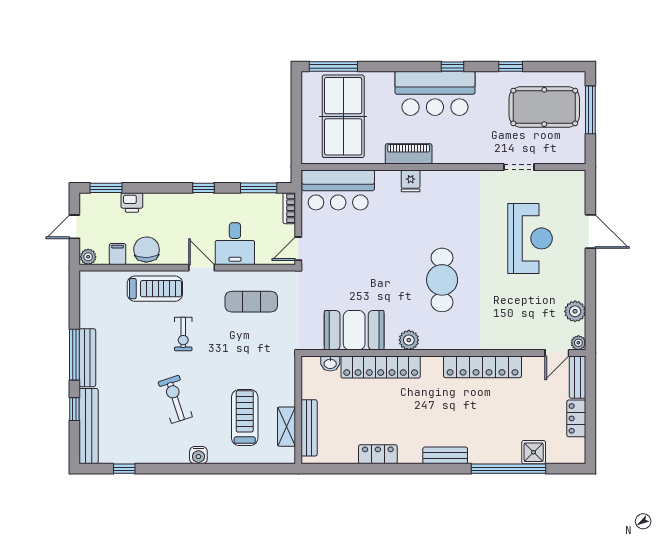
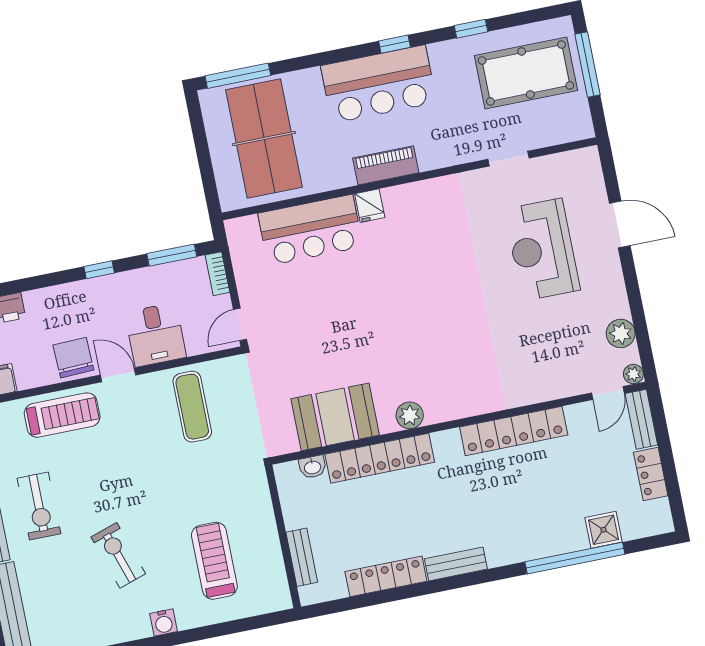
piano: (409, 154) -> (386, 165), moved
bar counter: (338, 190) -> (310, 230), moved
reception desk: (530, 238) -> (542, 250), turned 180
chair: (147, 249) -> (73, 358), moved
cafe table: (442, 280) -> (437, 328), removed
exercise mat: (251, 302) -> (192, 407), turned 90
exercise bike: (183, 334) -> (39, 506), moved, width x1.38, depth x1.39
shelving: (287, 427) -> (272, 562), removed
bench: (309, 428) -> (302, 557), width x0.73
locker: (378, 454) -> (386, 576), width x1.53
bench: (445, 455) -> (456, 564), moved

